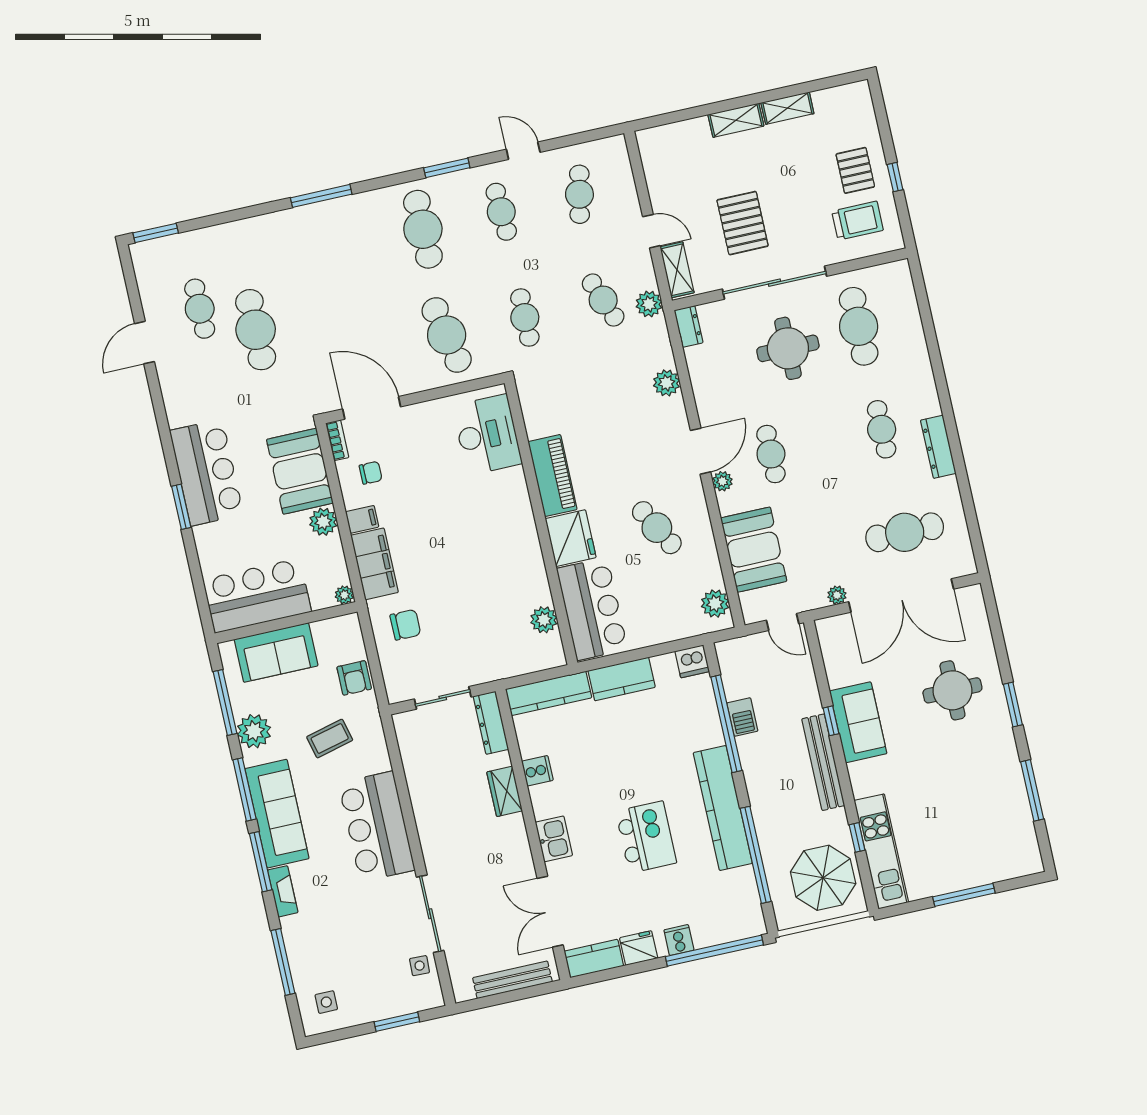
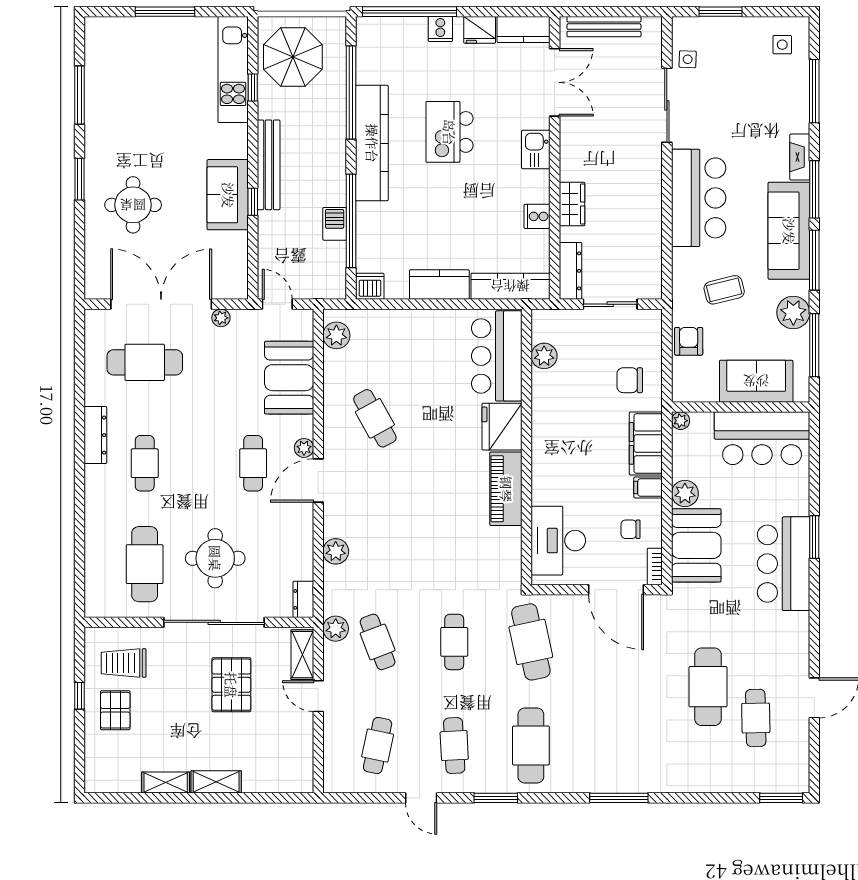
desk: (487, 435) -> (558, 541), moved
piano: (553, 476) -> (506, 489), moved
wall: (541, 523) -> (526, 447), moved
fridge: (571, 538) -> (502, 427), moved
bar counter: (592, 609) -> (497, 356), moved
plant: (544, 620) -> (544, 356), moved

